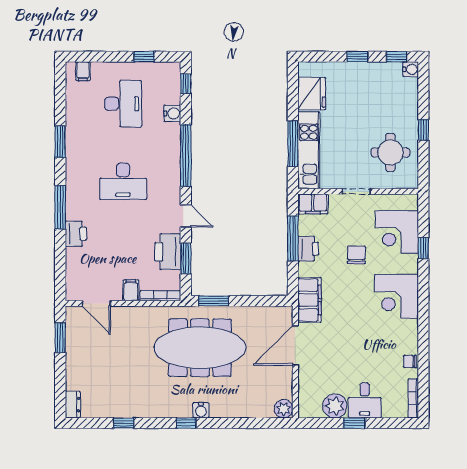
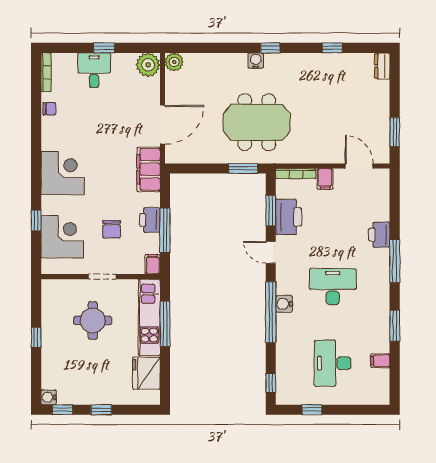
filing cabinet: (83, 71) -> (380, 361), moved, turned -90
water cooler: (172, 113) -> (284, 304), moved
round table: (390, 152) -> (93, 320), moved
filing cabinet: (313, 204) -> (153, 264), width x0.50
chair: (356, 255) -> (112, 229), moved
meeting table: (200, 348) -> (257, 122), width x0.73
plant: (335, 406) -> (148, 65), moved

